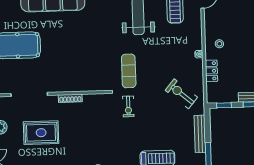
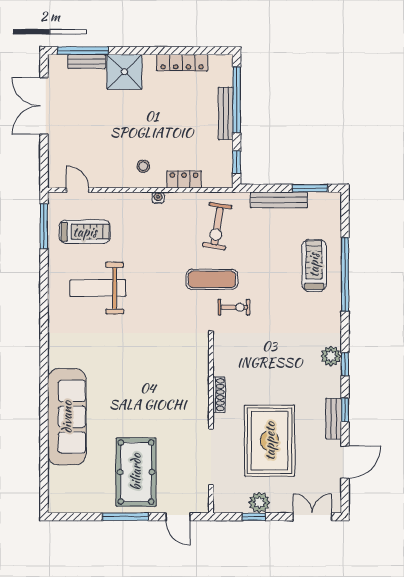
exercise mat: (129, 71) -> (212, 279), moved
exercise bike: (181, 94) -> (217, 226), turned -31
rug: (41, 133) -> (270, 441), width x1.37, depth x1.44

